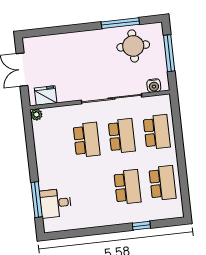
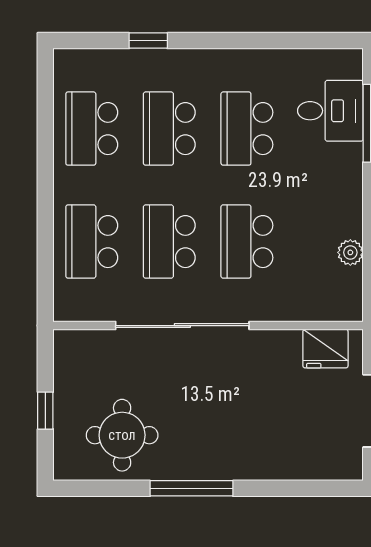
window: (120, 23) -> (191, 488), moved
window: (169, 53) -> (45, 411), width x0.46
water cooler: (154, 86) -> (87, 344), removed
plant: (36, 115) -> (350, 252), moved
school desk: (92, 191) -> (247, 129), added

